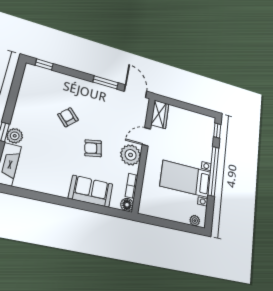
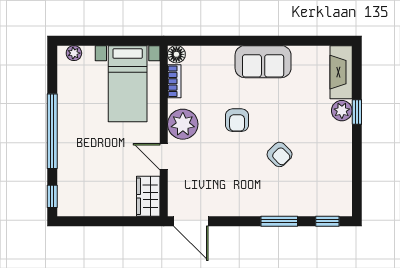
window: (106, 82) -> (279, 221), moved
door: (146, 137) -> (164, 157), swing flipped
armchair: (93, 148) -> (237, 120), turned 100
bed with nightstands: (186, 179) -> (128, 84), moved, turned 90
sofa: (91, 191) -> (263, 62), moved

